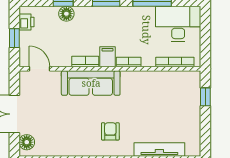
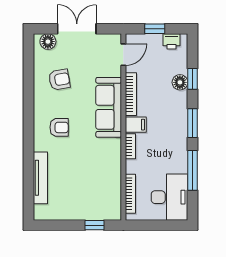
bookcase: (85, 62) -> (131, 94), width x1.56
armchair: (64, 131) -> (59, 80), added

